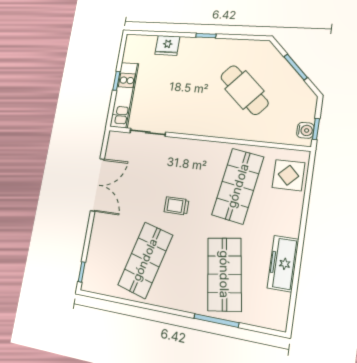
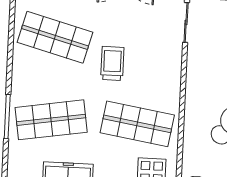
trolley: (176, 206) -> (112, 63), width x1.36, depth x1.39

